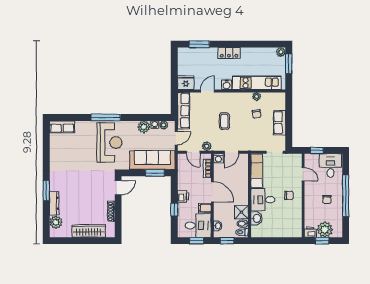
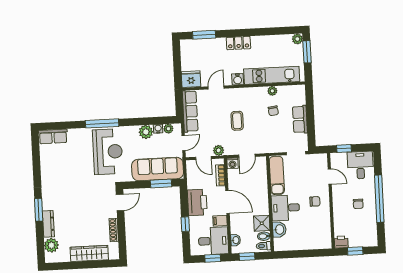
printer: (183, 196) -> (197, 202), width x1.87, depth x1.48
plant: (325, 230) -> (358, 238), removed

